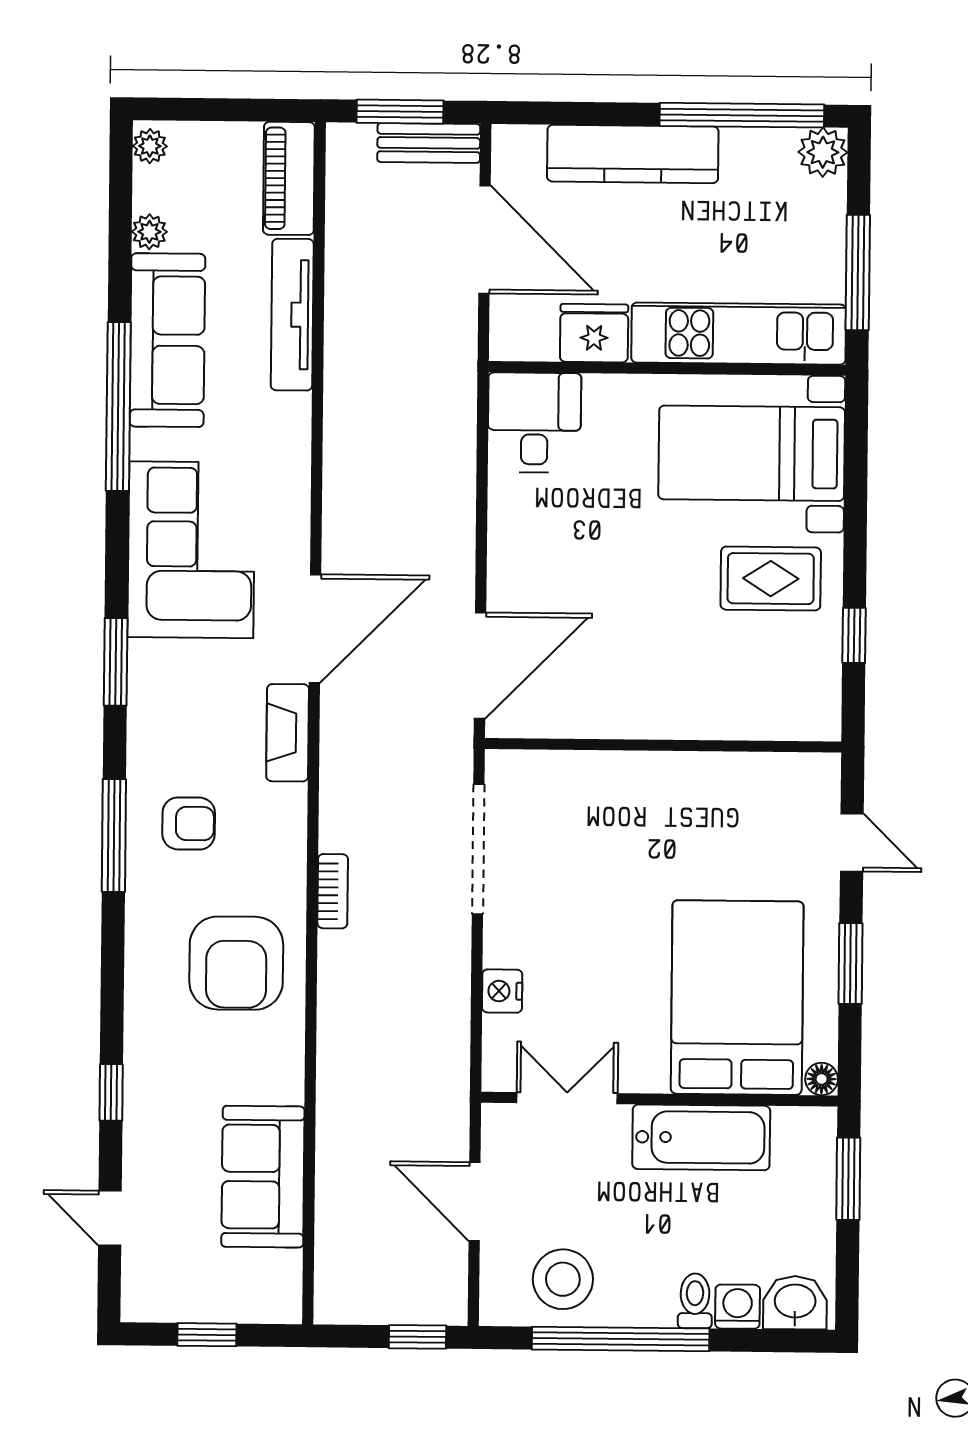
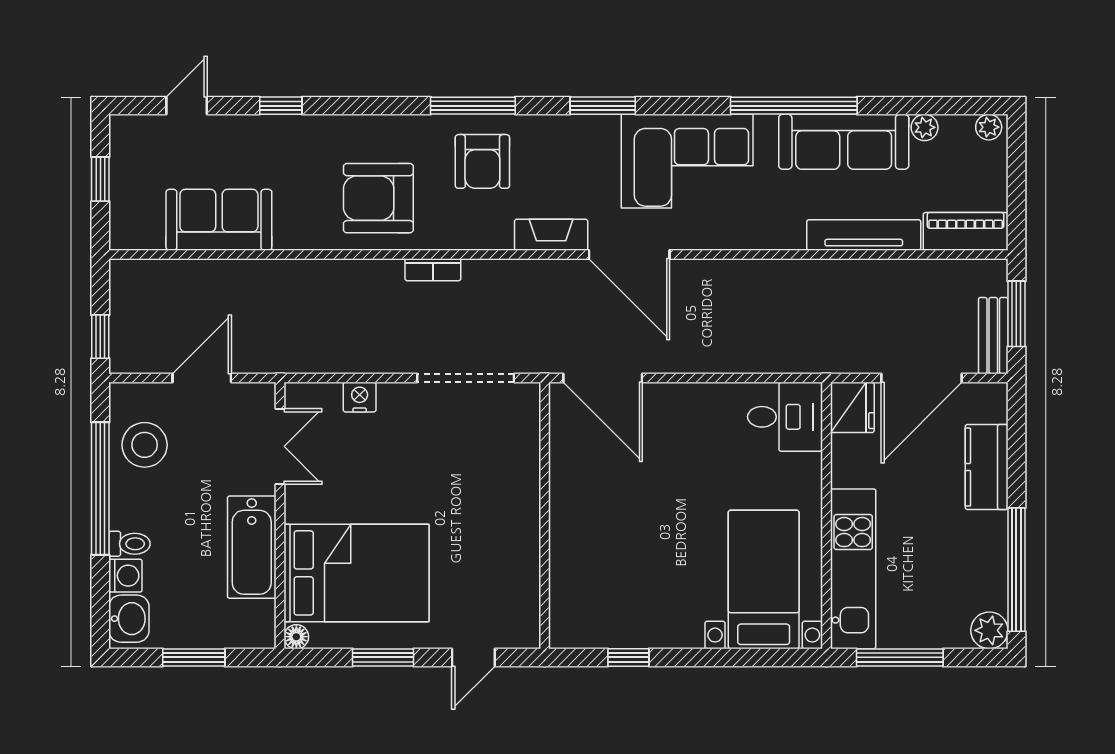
kitchen counter: (633, 154) -> (987, 467), width x0.67
fridge: (594, 333) -> (852, 407), moved
rug: (771, 579) -> (670, 595), removed
armchair: (189, 823) -> (482, 161), width x1.38, depth x1.38
window: (848, 1179) -> (194, 657), moved

